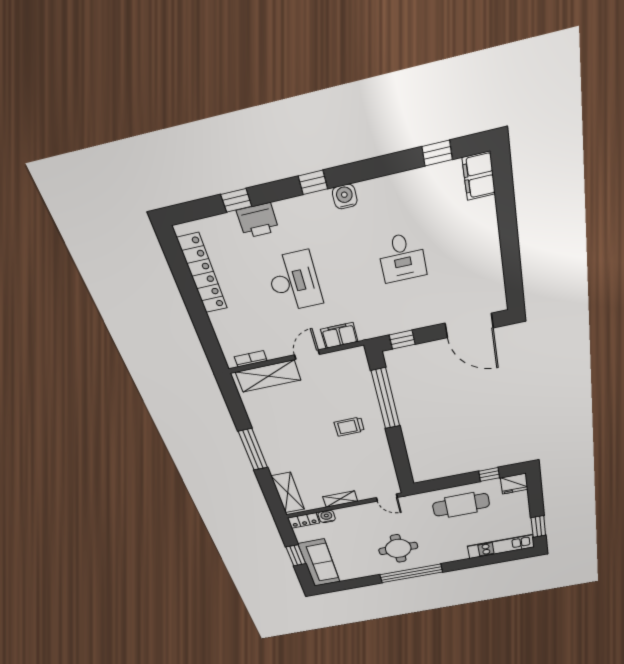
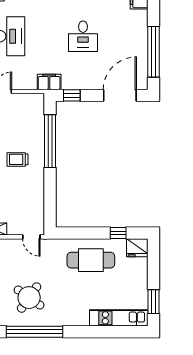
window: (511, 256) -> (154, 52), added
door: (469, 325) -> (120, 95), swing flipped
filing cabinet: (339, 335) -> (49, 82), moved
round table: (398, 548) -> (29, 298), turned 35

